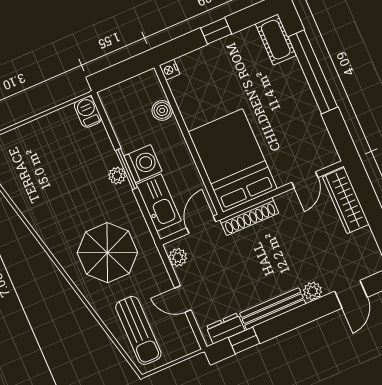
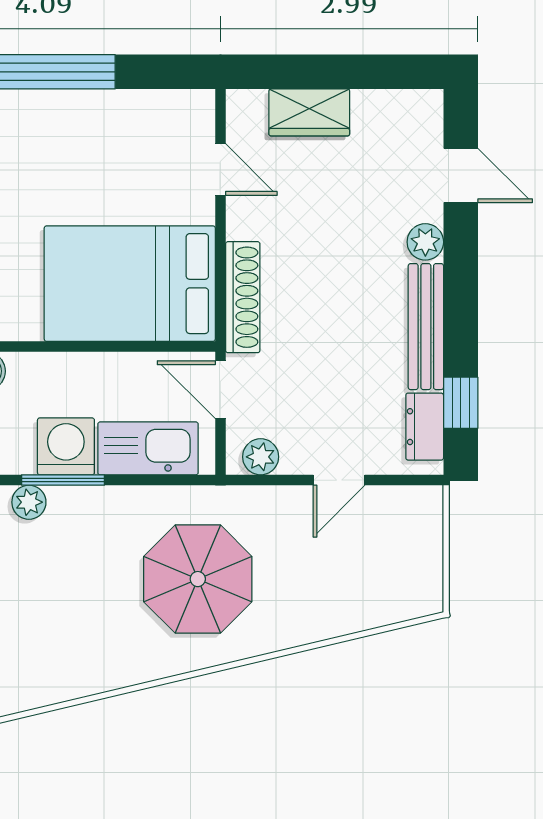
plant: (117, 176) -> (29, 502), moved
wardrobe: (346, 201) -> (309, 112), width x0.67
sun lounger: (138, 330) -> (361, 584), removed

